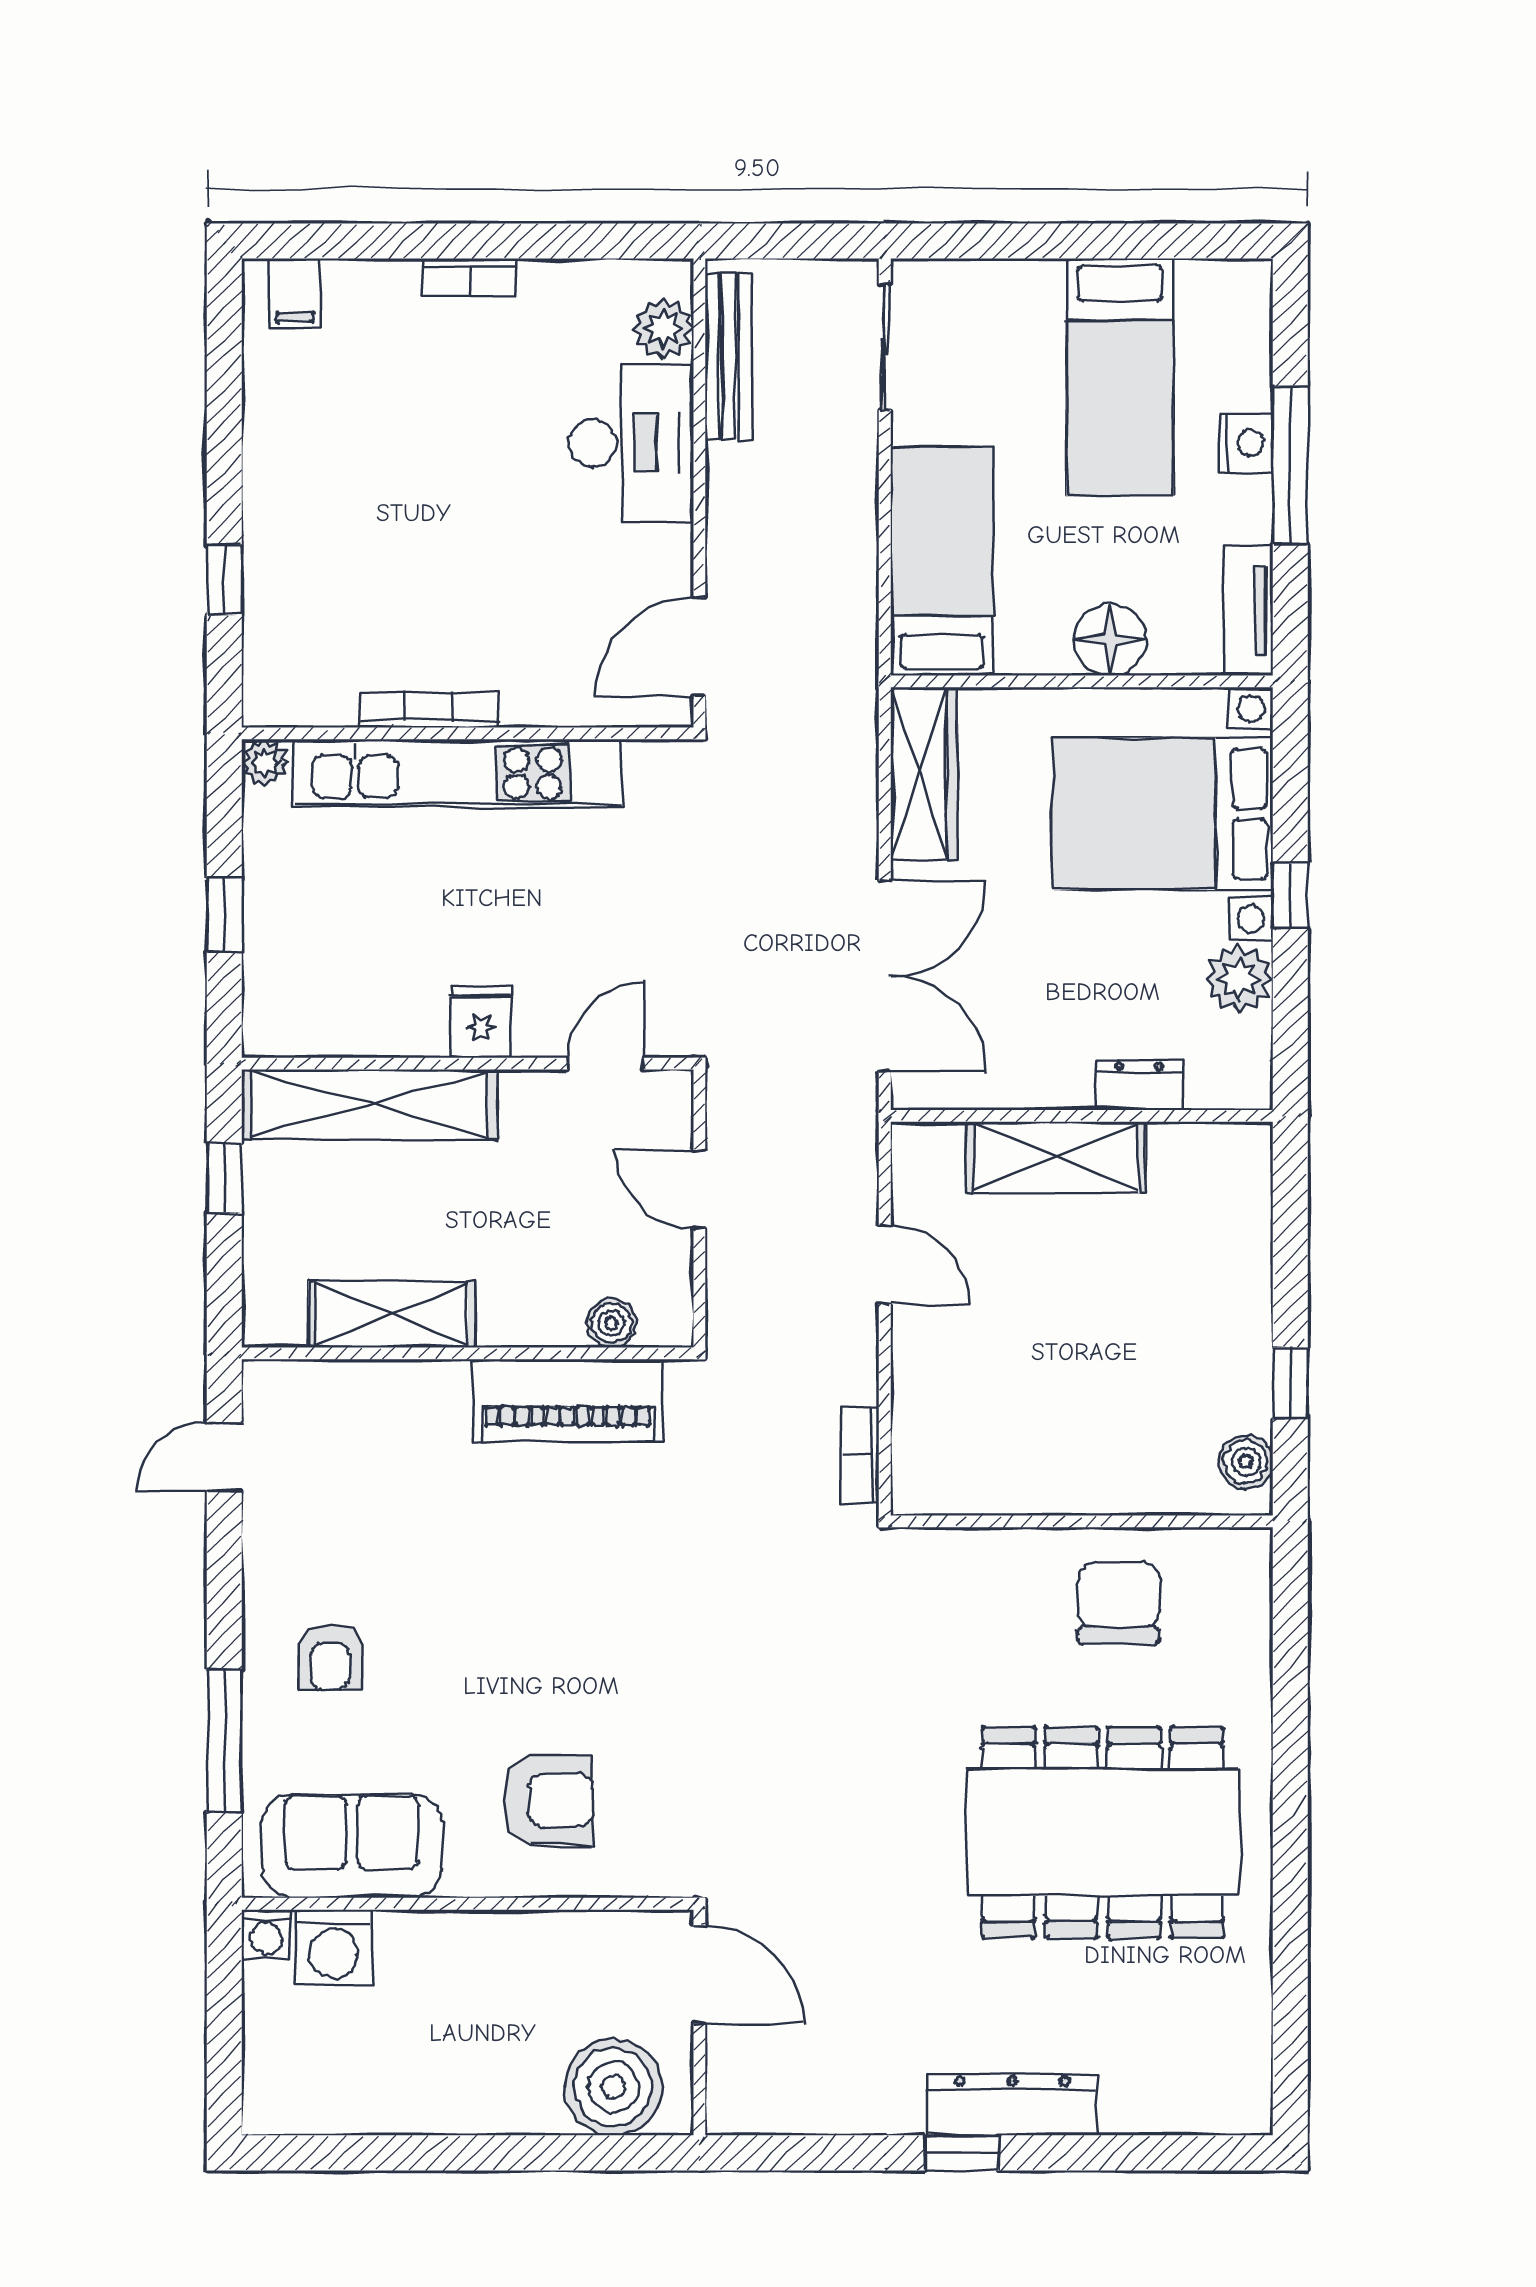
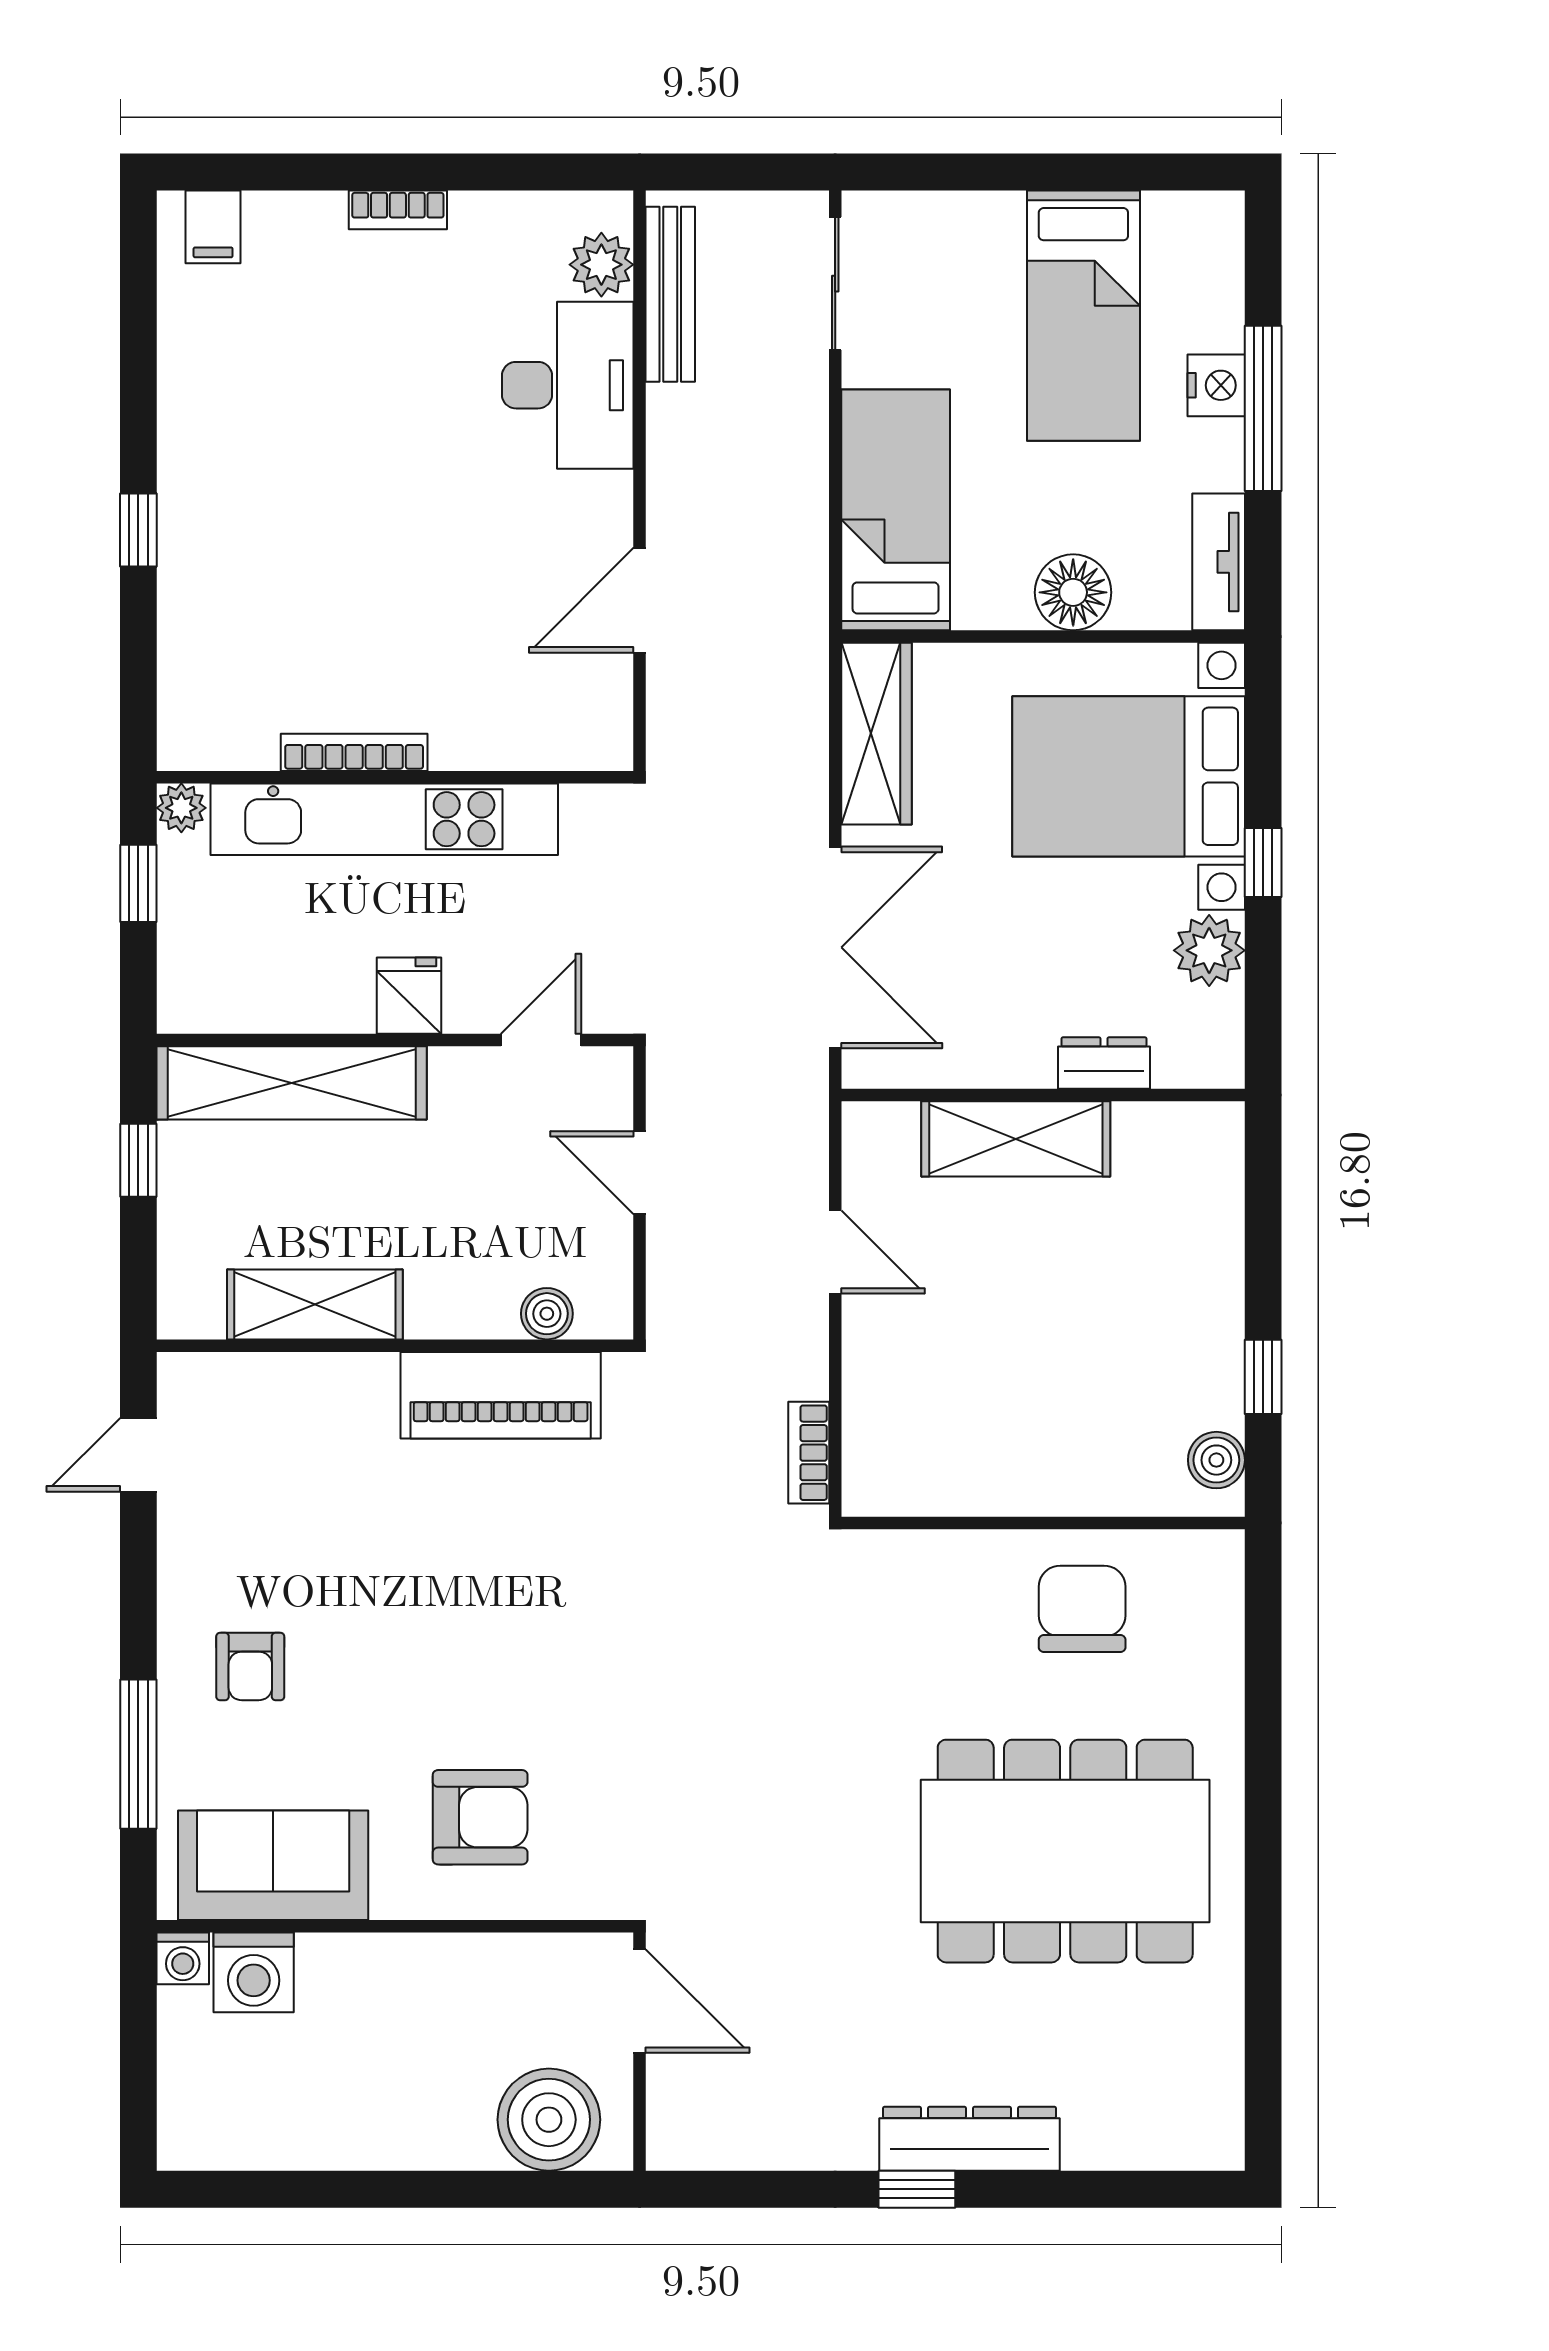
bookcase: (429, 710) -> (354, 752), moved
wall: (468, 733) -> (395, 777), moved
plant: (265, 763) -> (181, 808), moved
kitchen unit: (457, 773) -> (384, 819), moved

